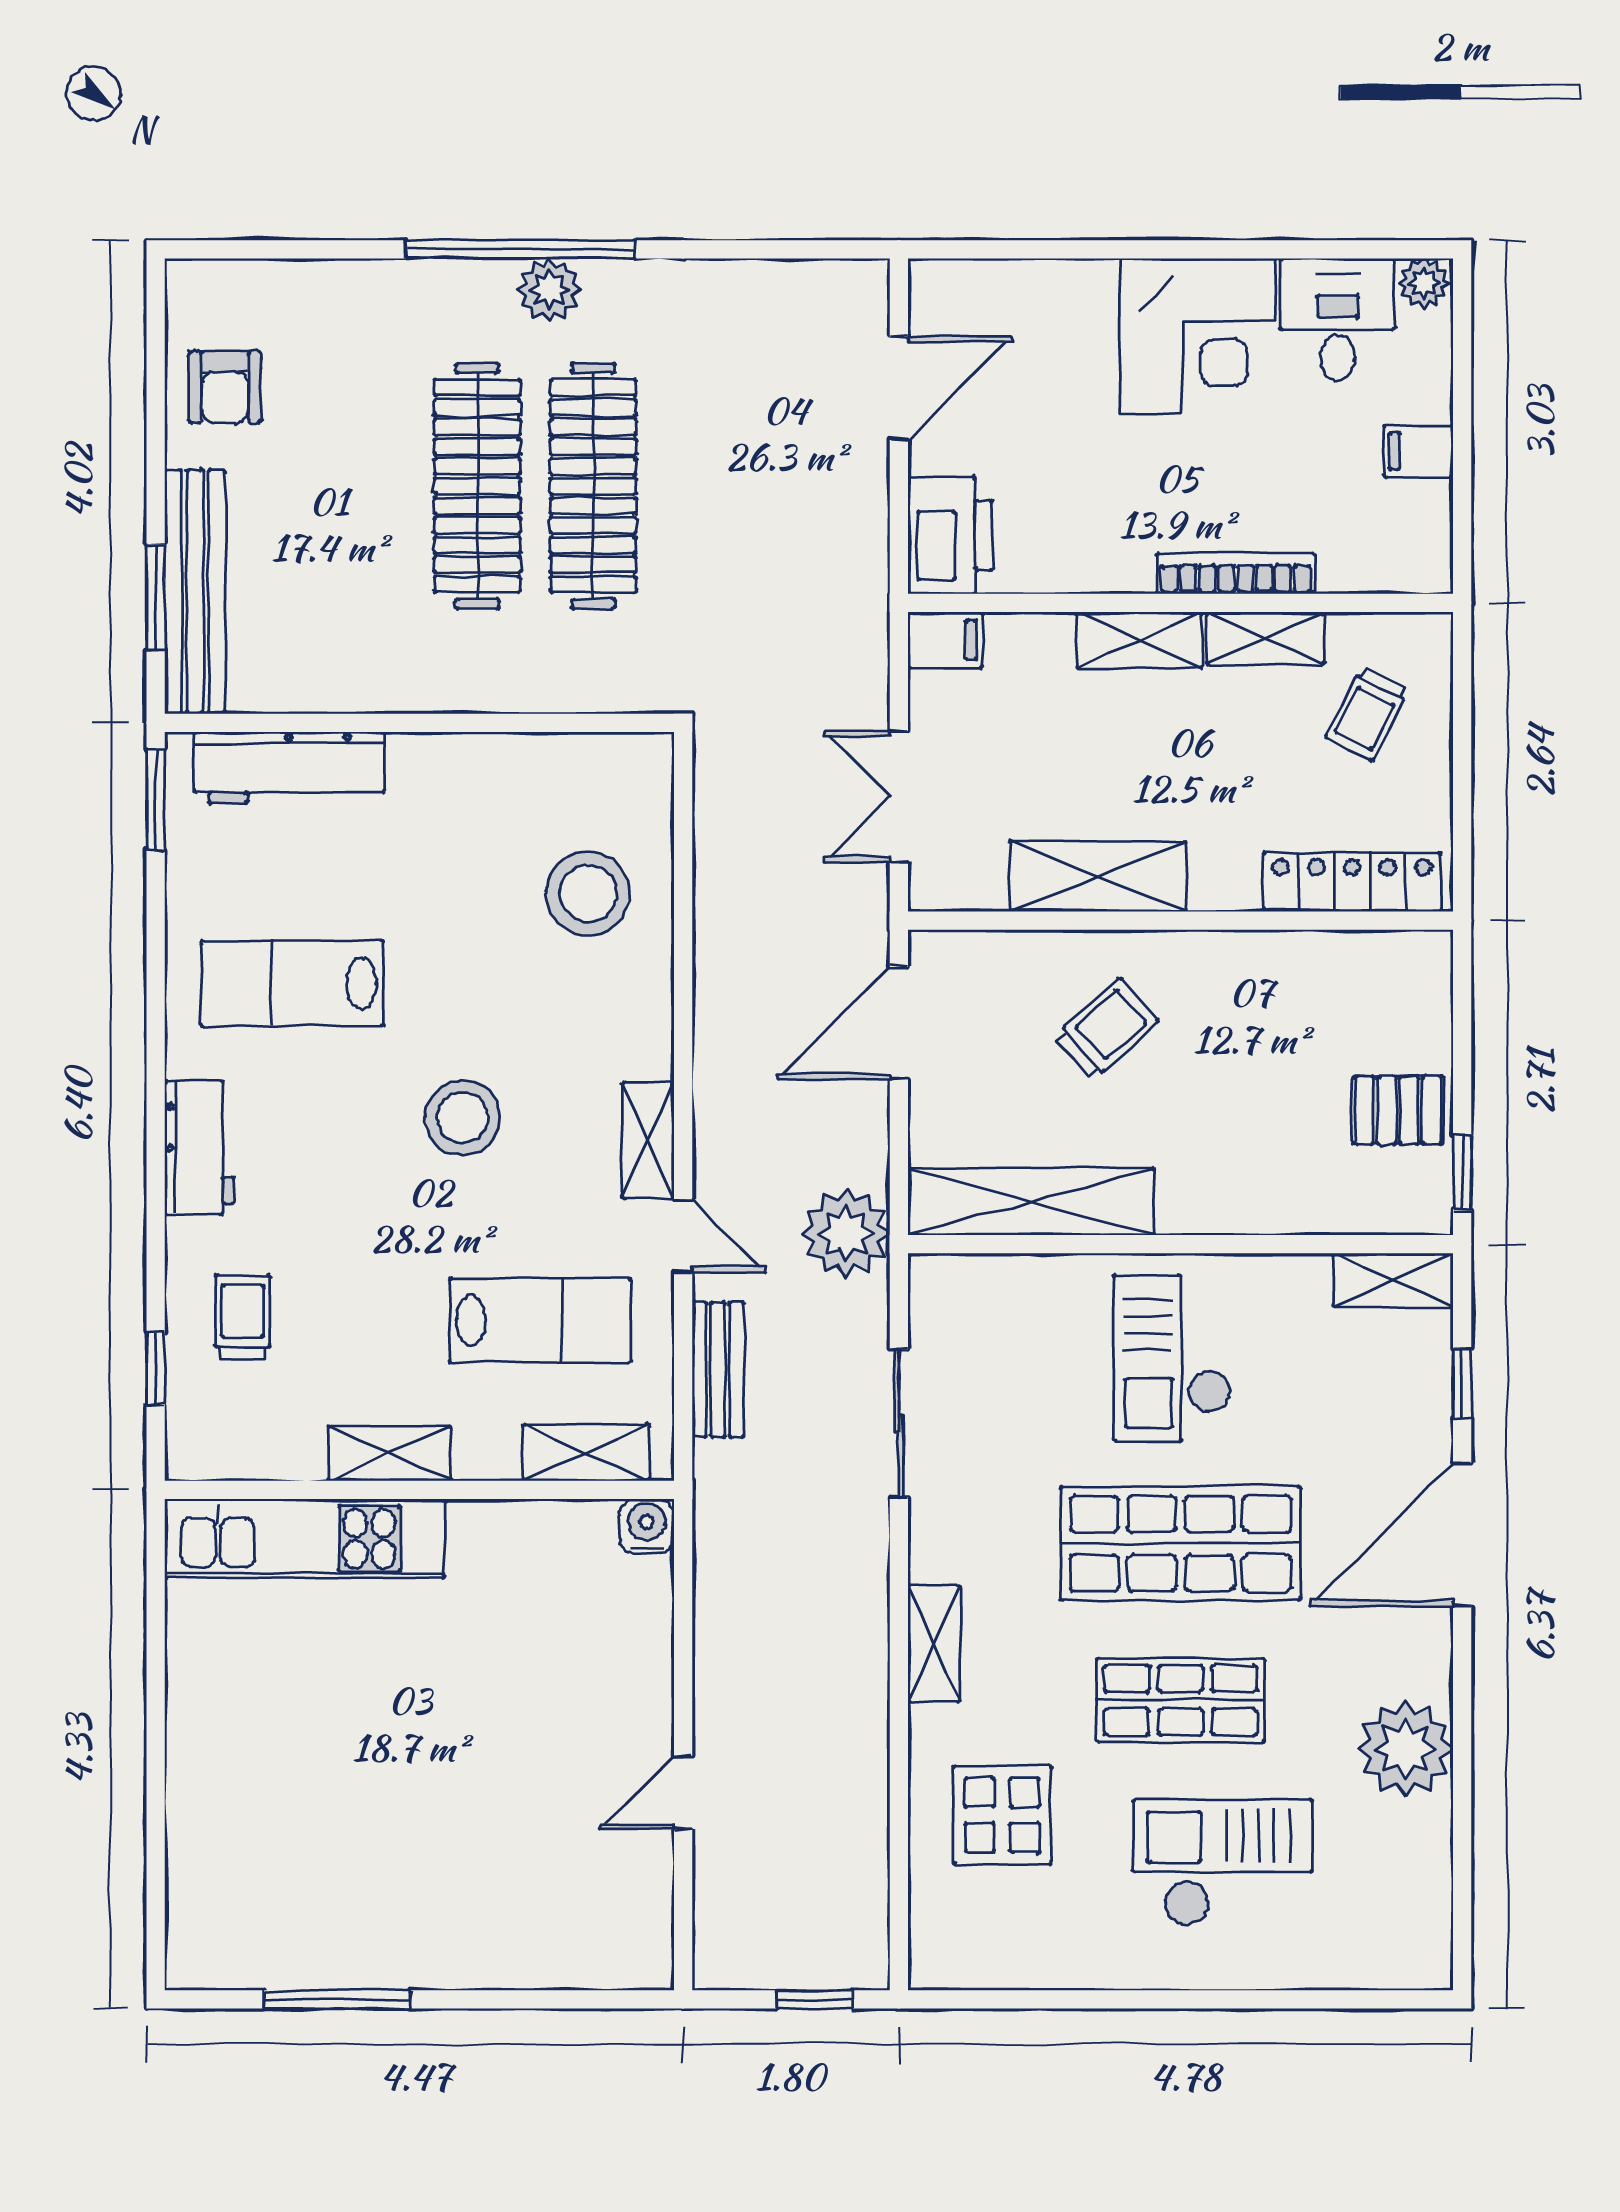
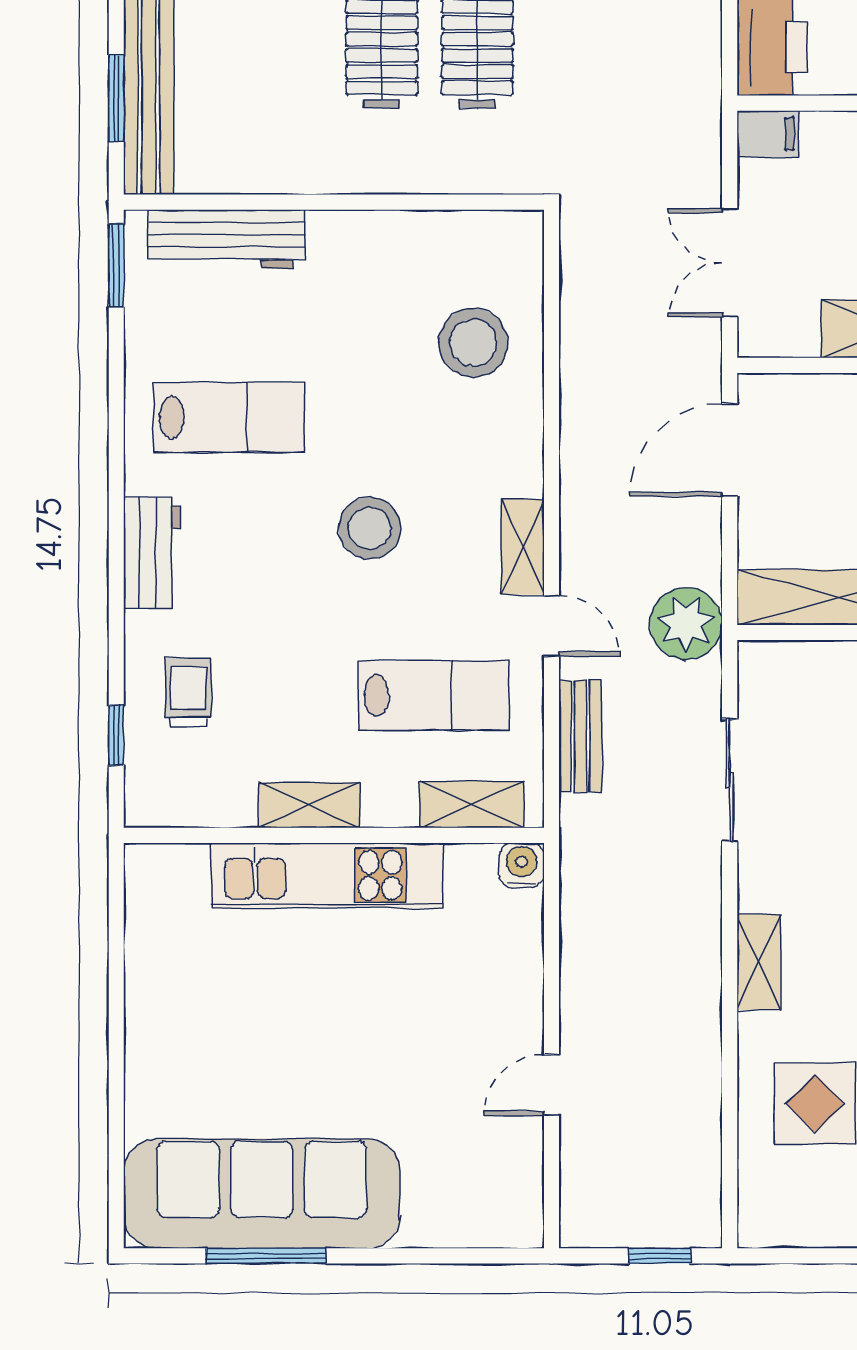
lab bench: (292, 983) -> (229, 417), turned 180
kitchen unit: (305, 1538) -> (327, 875), moved
sofa: (332, 1924) -> (262, 1194), added

